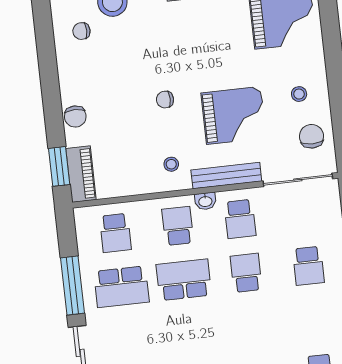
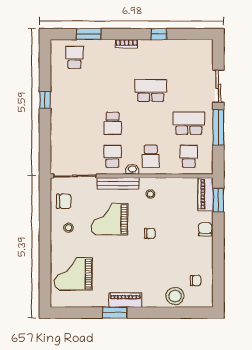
chair: (312, 136) -> (64, 201), turned -90
school desk: (308, 266) -> (74, 123), removed
school desk: (184, 280) -> (151, 90), moved, turned 180

